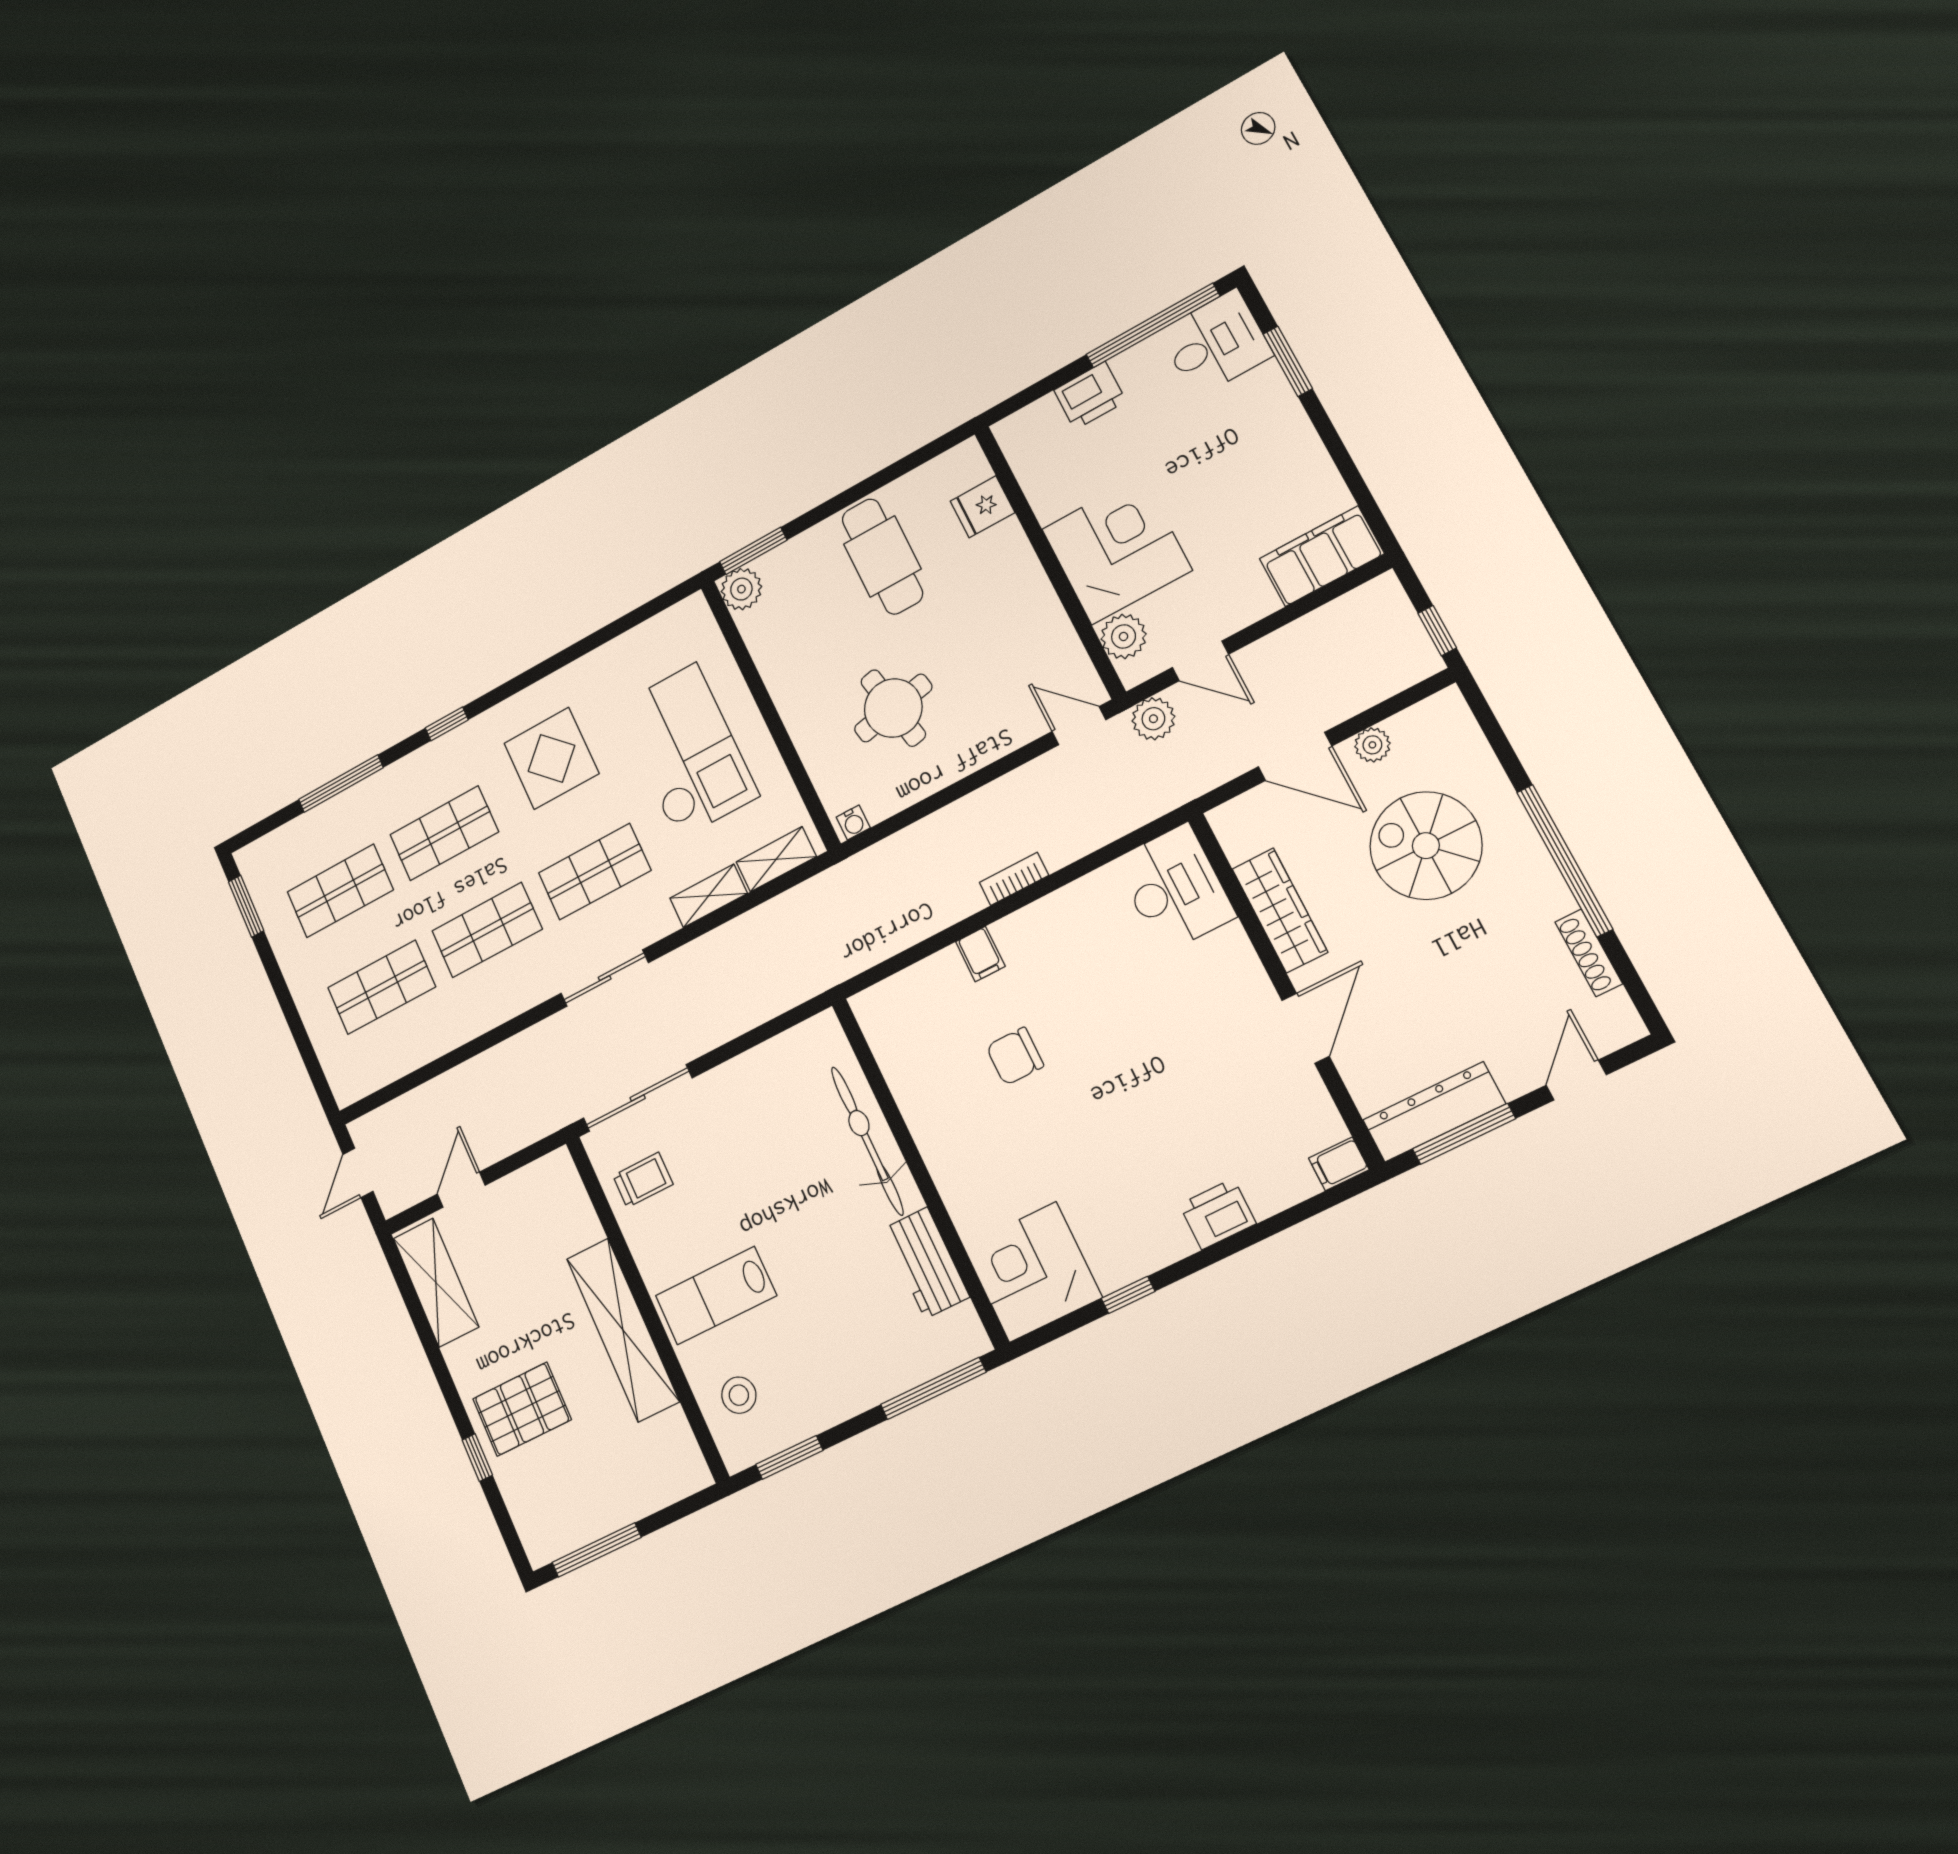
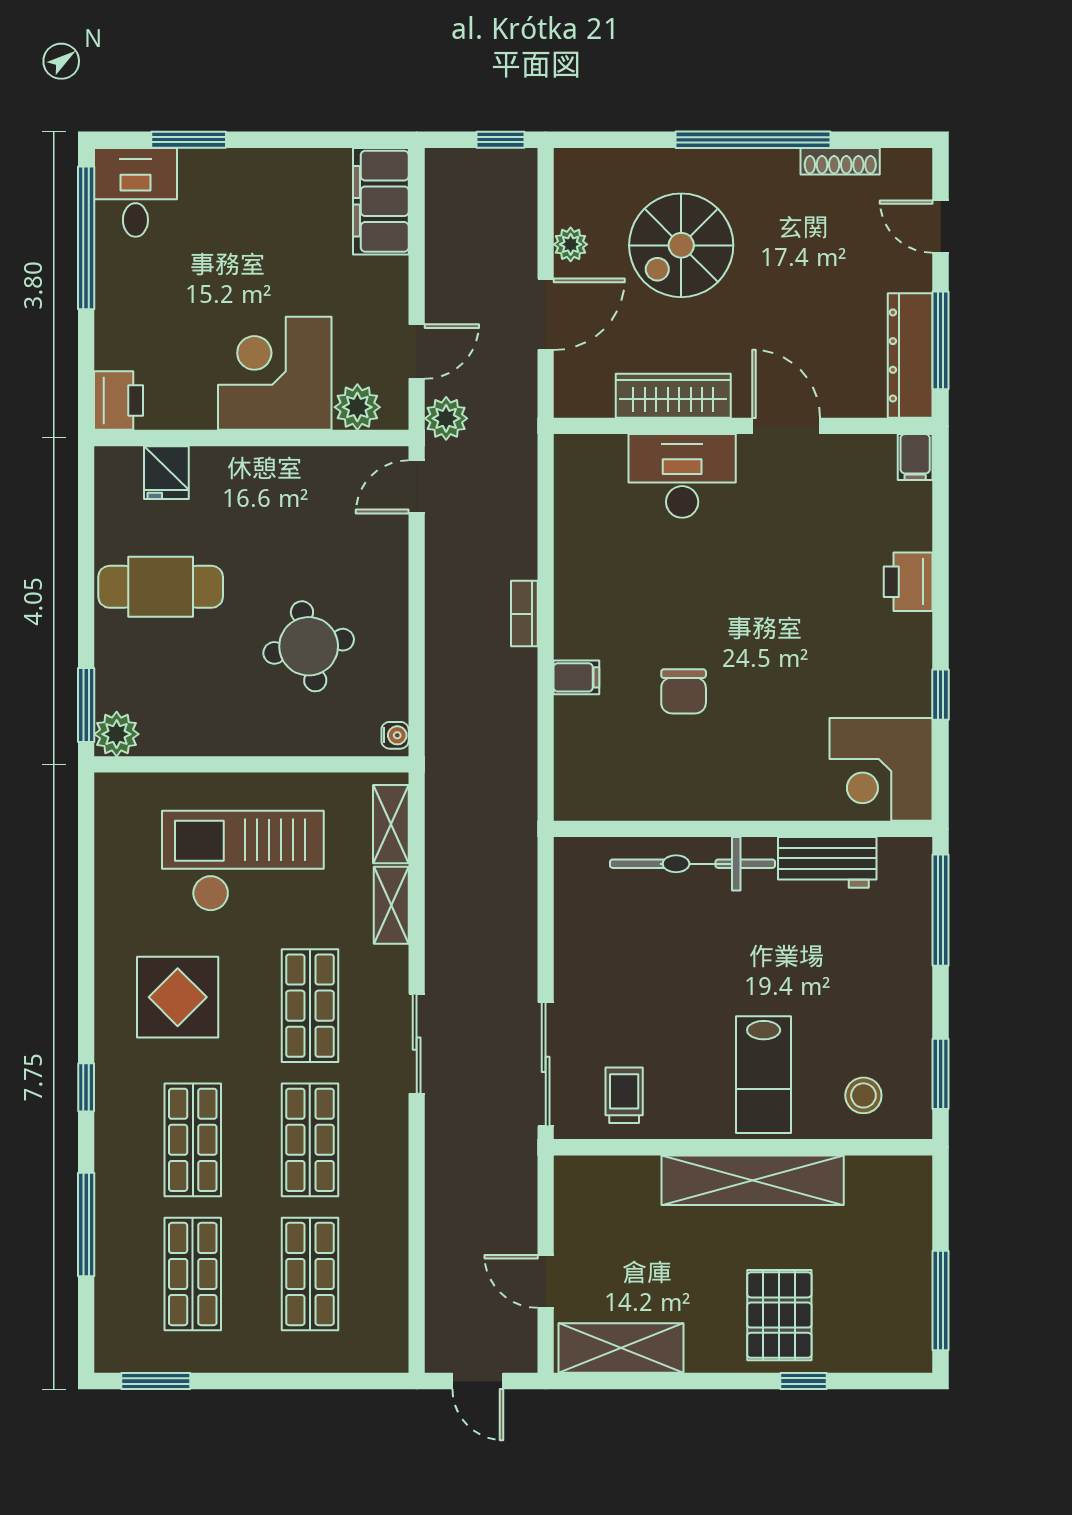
printer: (1090, 396) -> (119, 400), moved
desk: (1175, 888) -> (682, 476), moved

